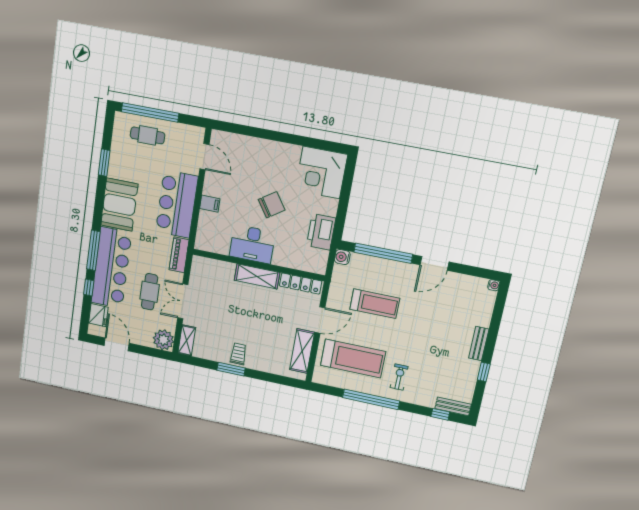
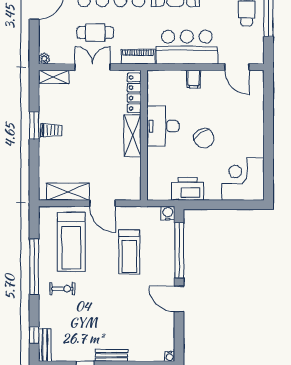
door: (204, 157) -> (237, 67), hinge flipped
locker: (301, 284) -> (134, 93), moved
plant: (163, 340) -> (44, 58), width x0.53, depth x0.53

